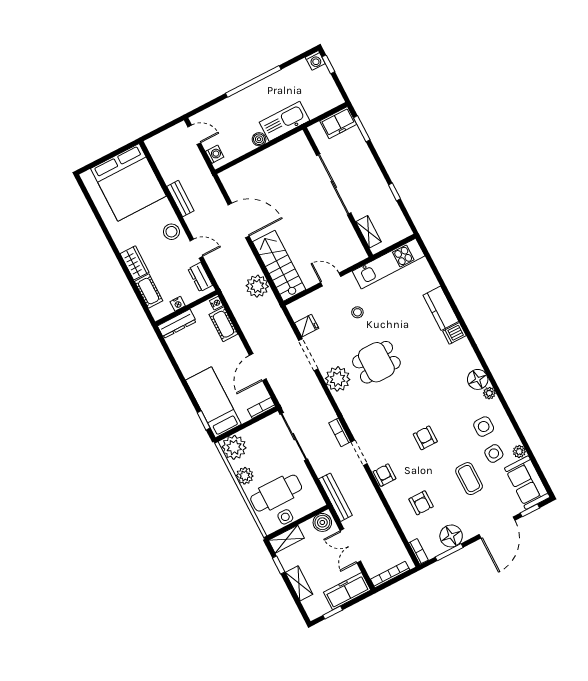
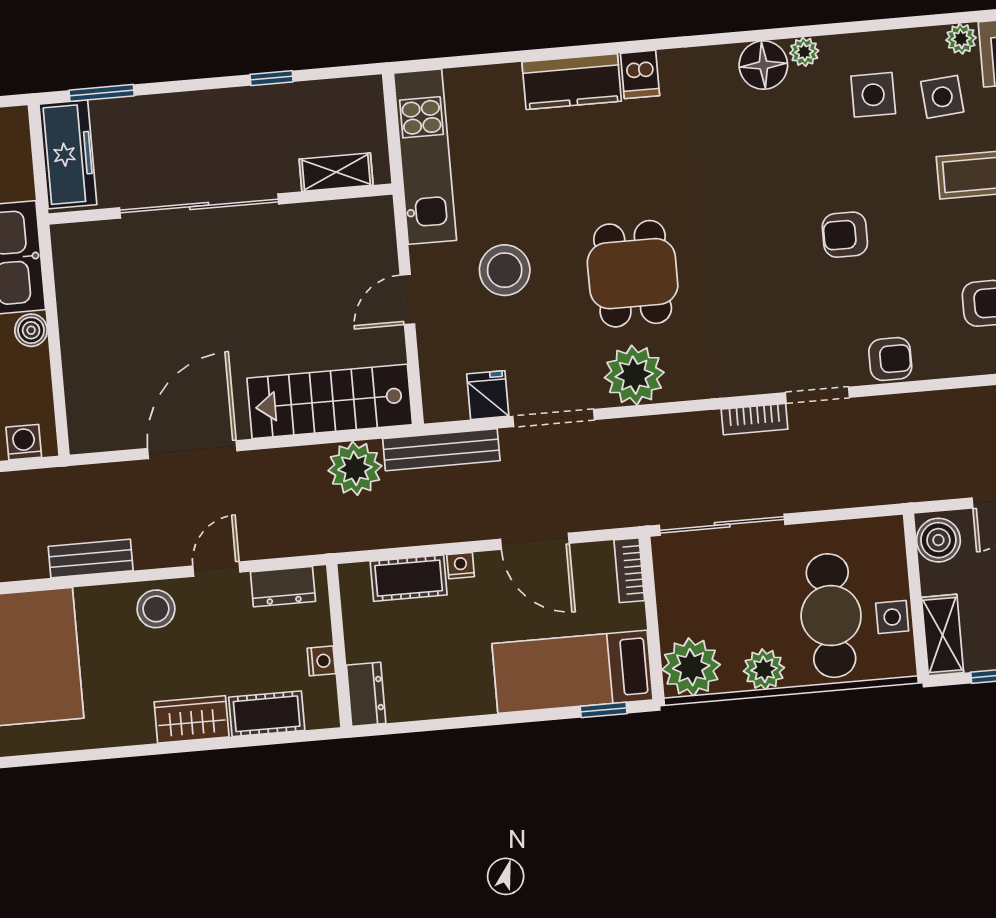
freezer: (338, 123) -> (68, 154), width x1.40
nightstand: (216, 303) -> (461, 566), moved
stool: (357, 312) -> (505, 270), width x1.89, depth x1.89
dresser: (177, 324) -> (366, 694), width x0.70
armchair: (384, 475) -> (890, 359), turned 180
bench: (335, 497) -> (441, 450), moved

